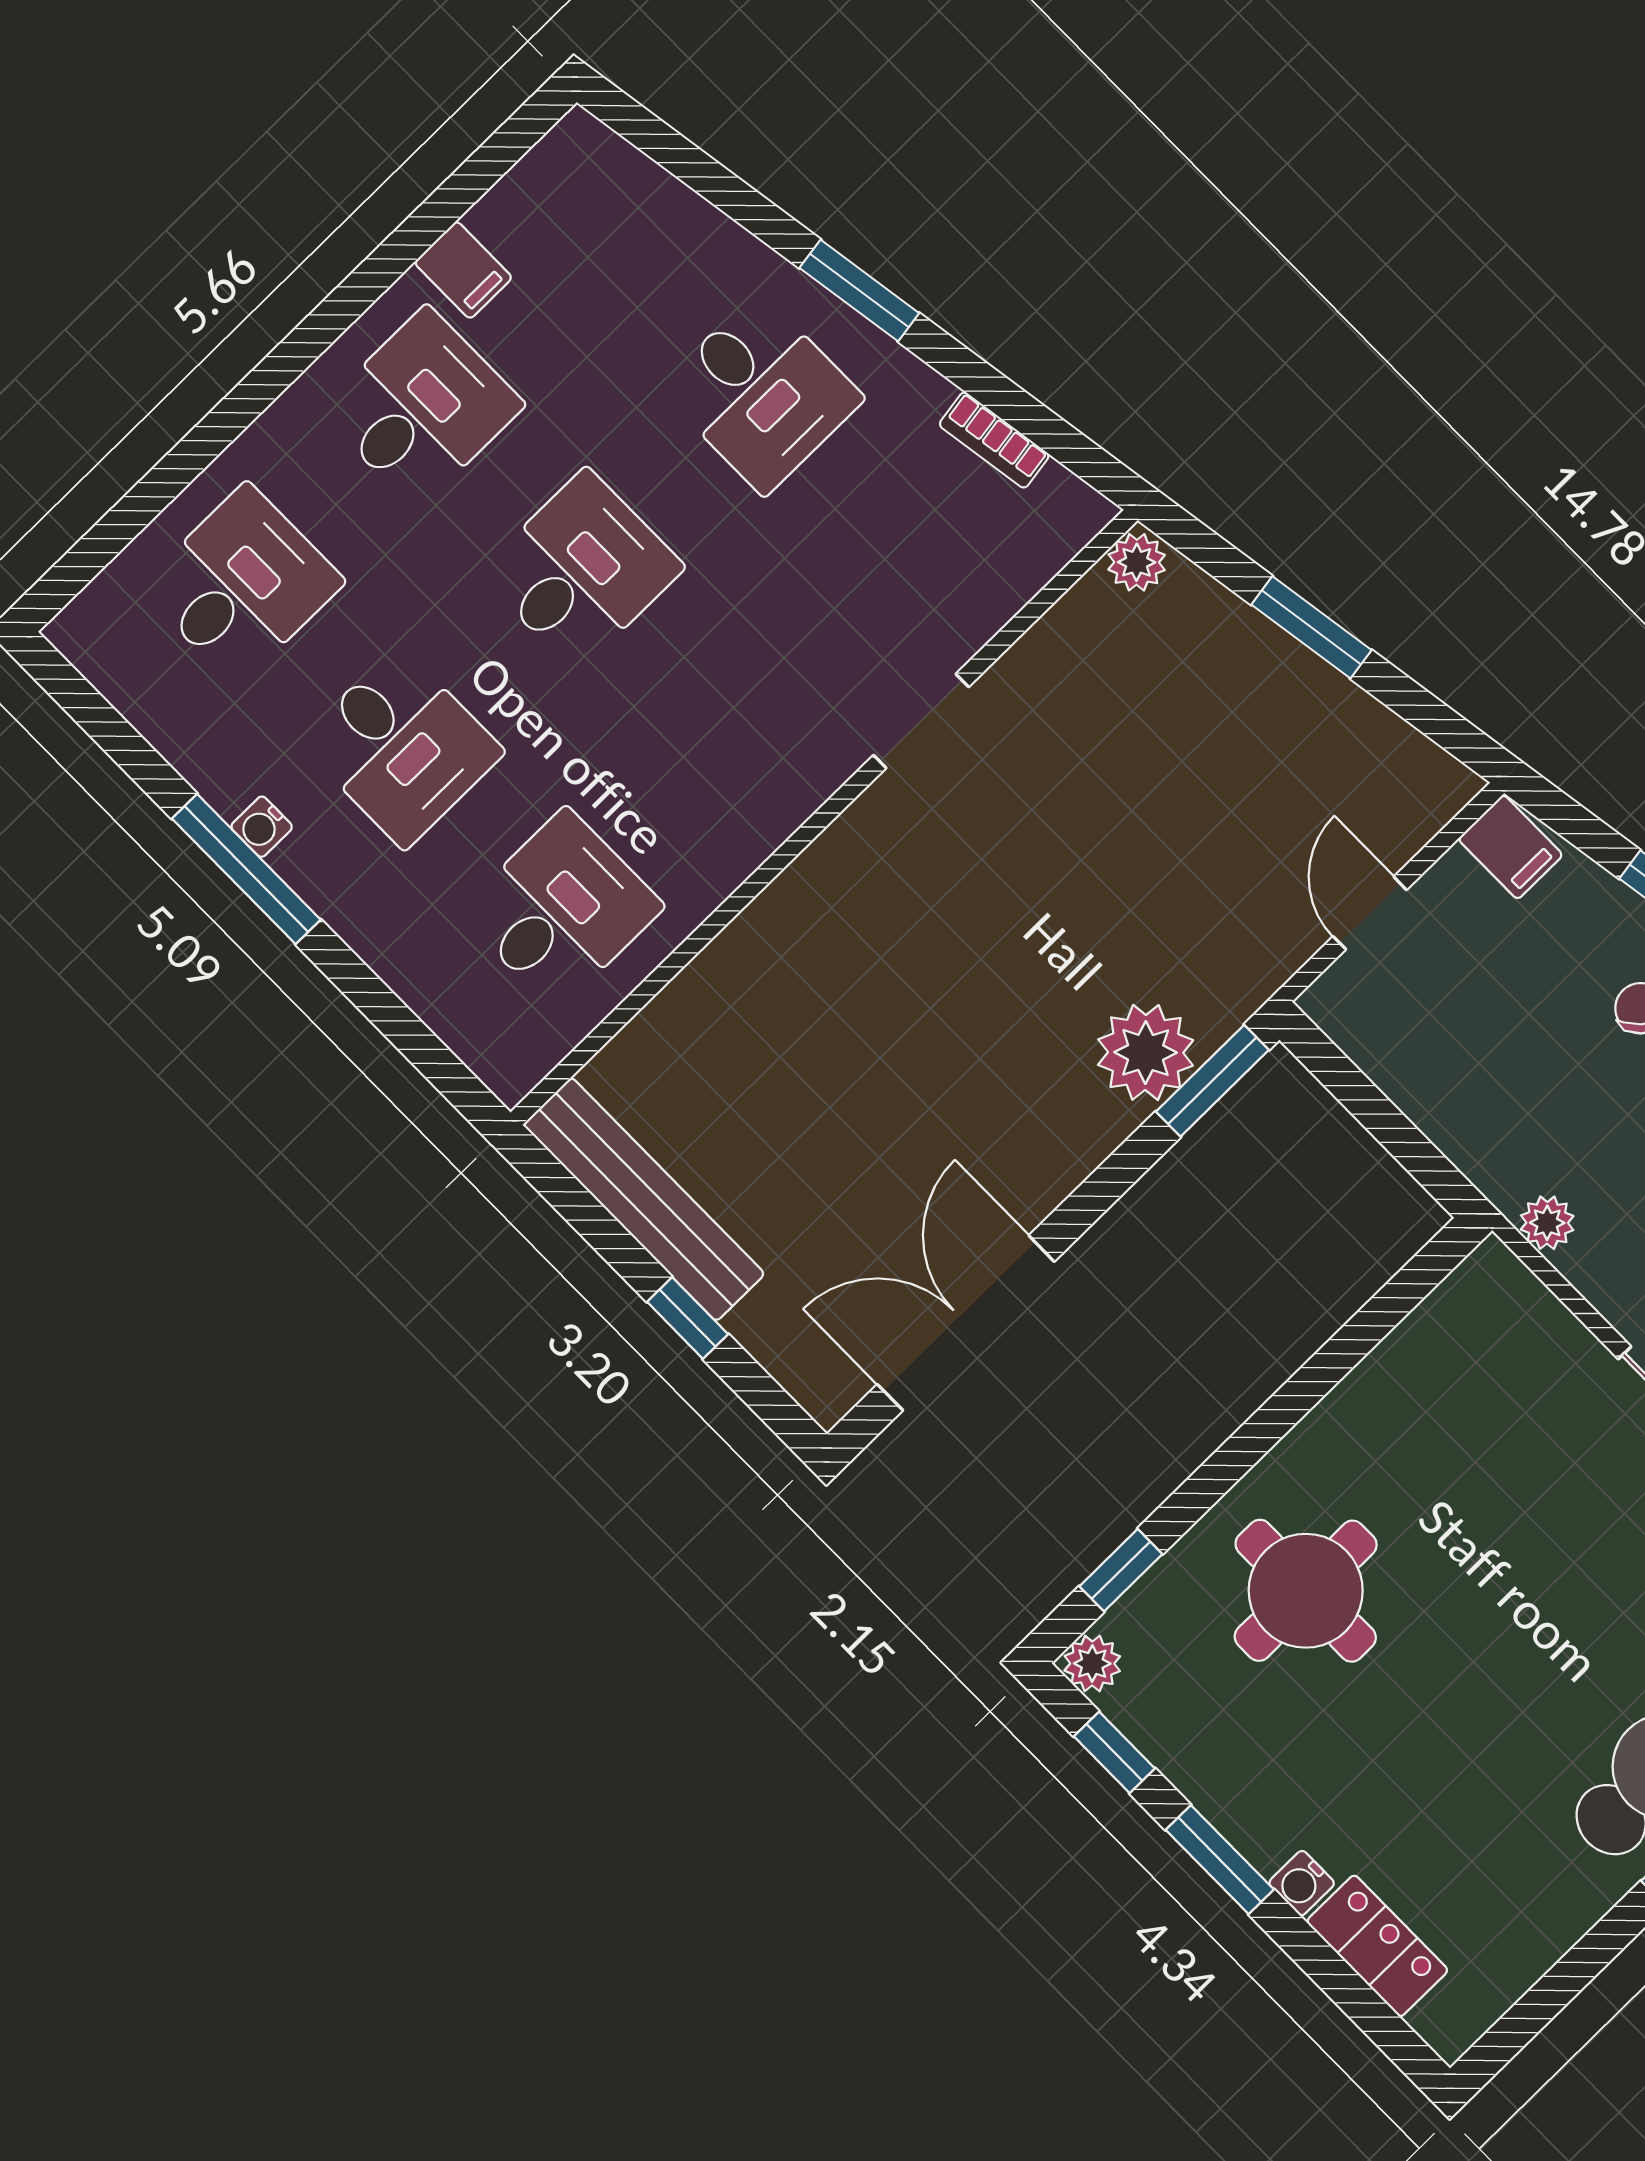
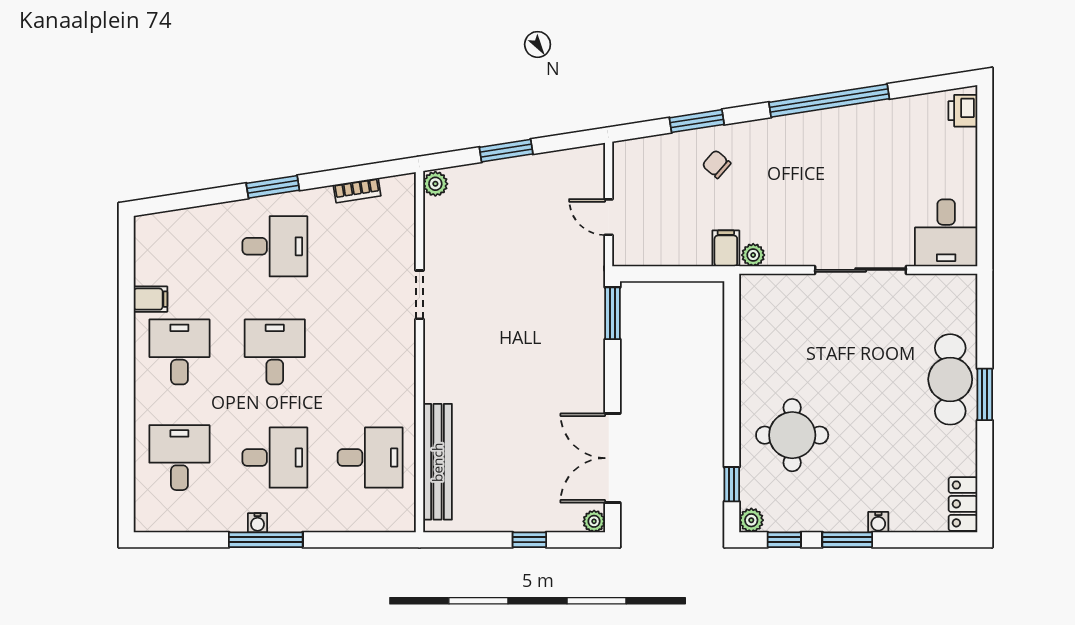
filing cabinet: (1510, 847) -> (726, 248), moved, turned -90
desk: (561, 909) -> (370, 458), turned 90
plant: (1146, 1052) -> (594, 521), moved, width x0.53, depth x0.53
bench: (644, 1199) -> (437, 462), moved, turned 90
locker: (1377, 1946) -> (963, 504), moved, turned -90

